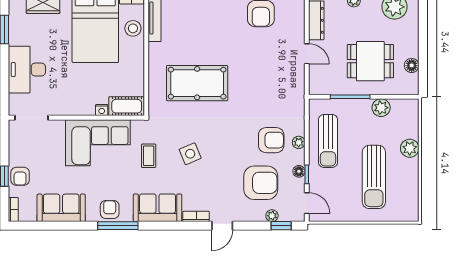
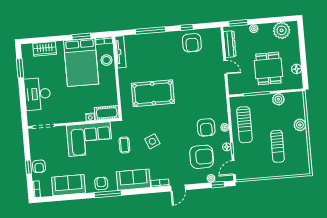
dining table: (370, 61) -> (268, 68), turned 90
armchair: (271, 140) -> (206, 127), turned 90
sun lounger: (374, 177) -> (277, 146), width x0.73, depth x0.75
door: (307, 203) -> (234, 168), swing flipped

